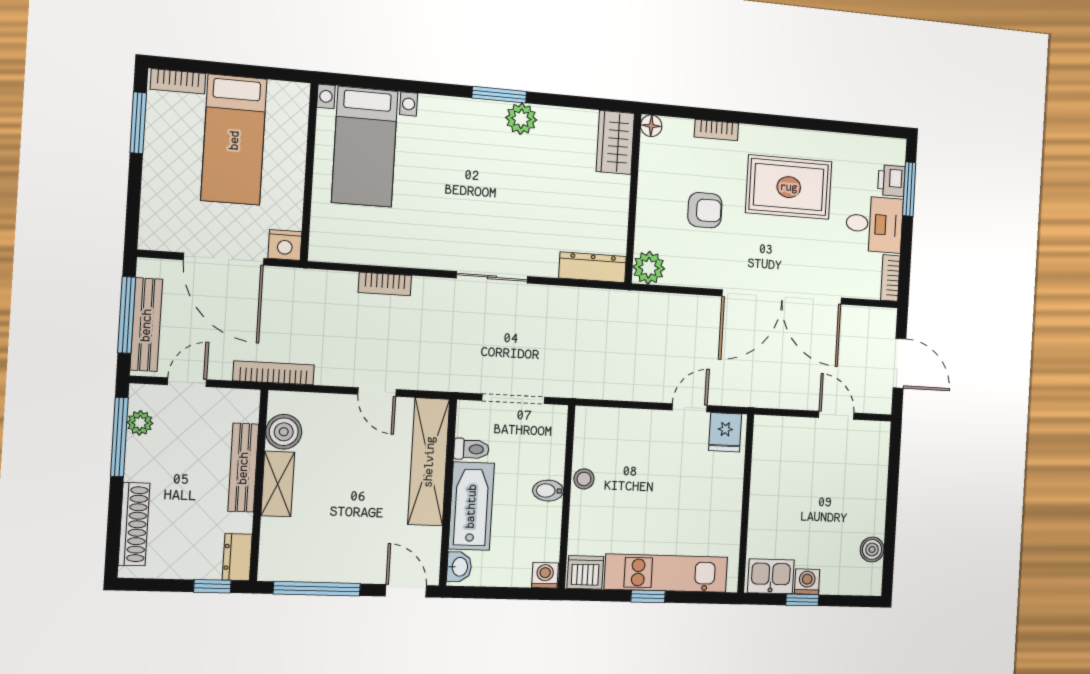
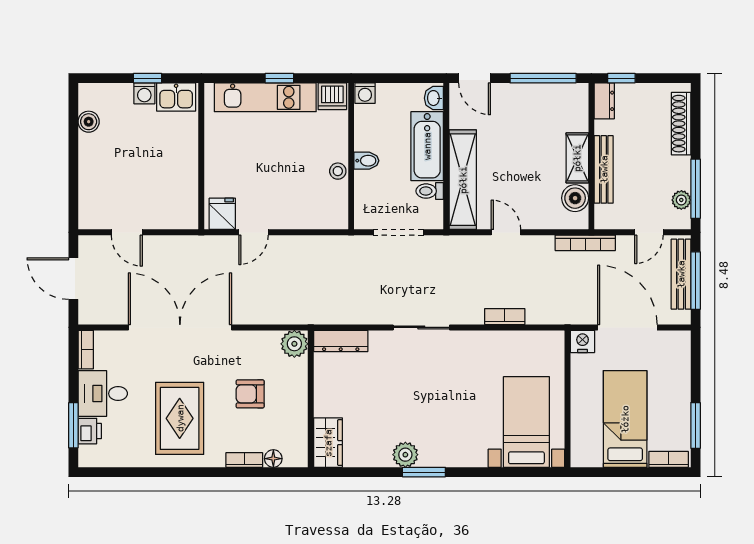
floor lamp: (651, 126) -> (273, 459), moved
rug: (789, 187) -> (180, 418), turned 90

